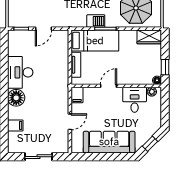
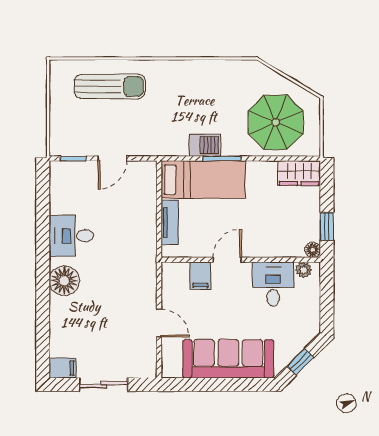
desk: (20, 72) -> (71, 236), width x0.73
filing cabinet: (77, 95) -> (200, 276), moved
door: (70, 122) -> (159, 323), hinge flipped
filing cabinet: (15, 125) -> (63, 368), moved

